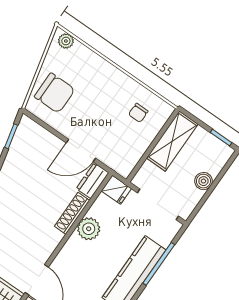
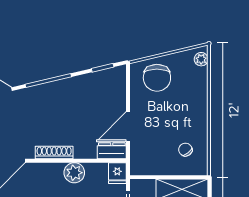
chair: (138, 113) -> (185, 150), turned 53
door: (81, 151) -> (128, 127), hinge flipped
shoe rack: (72, 213) -> (54, 153), moved

